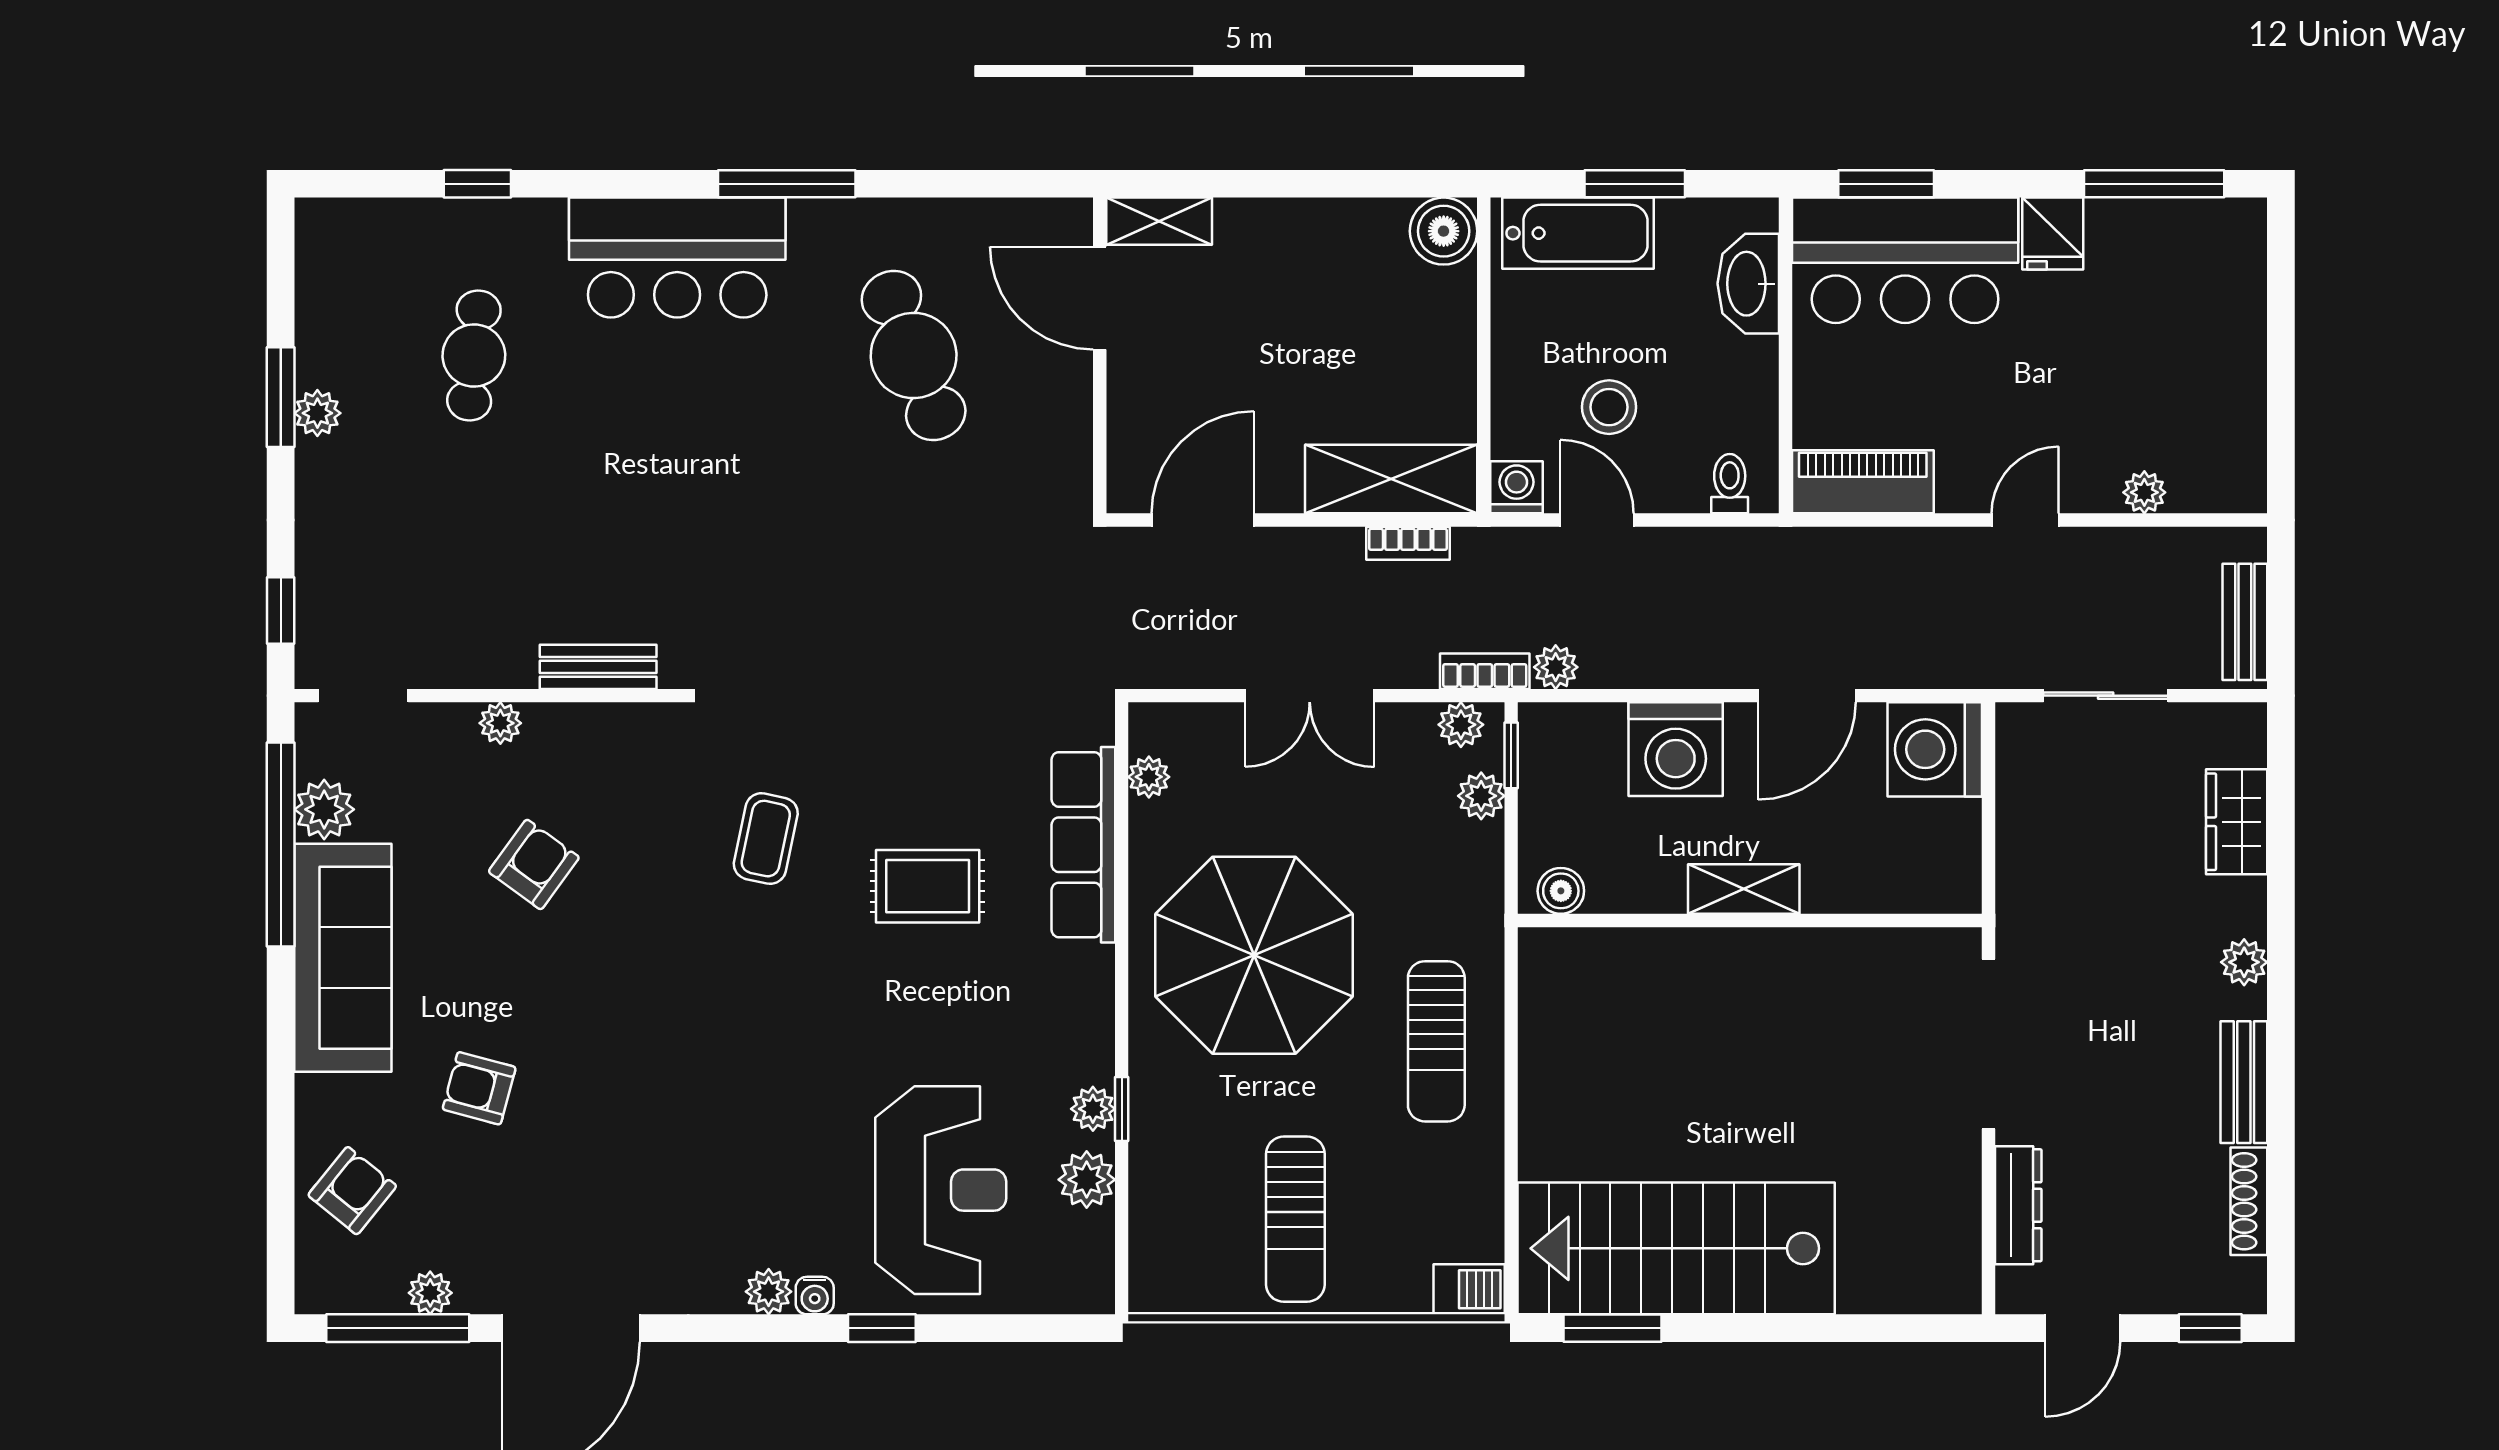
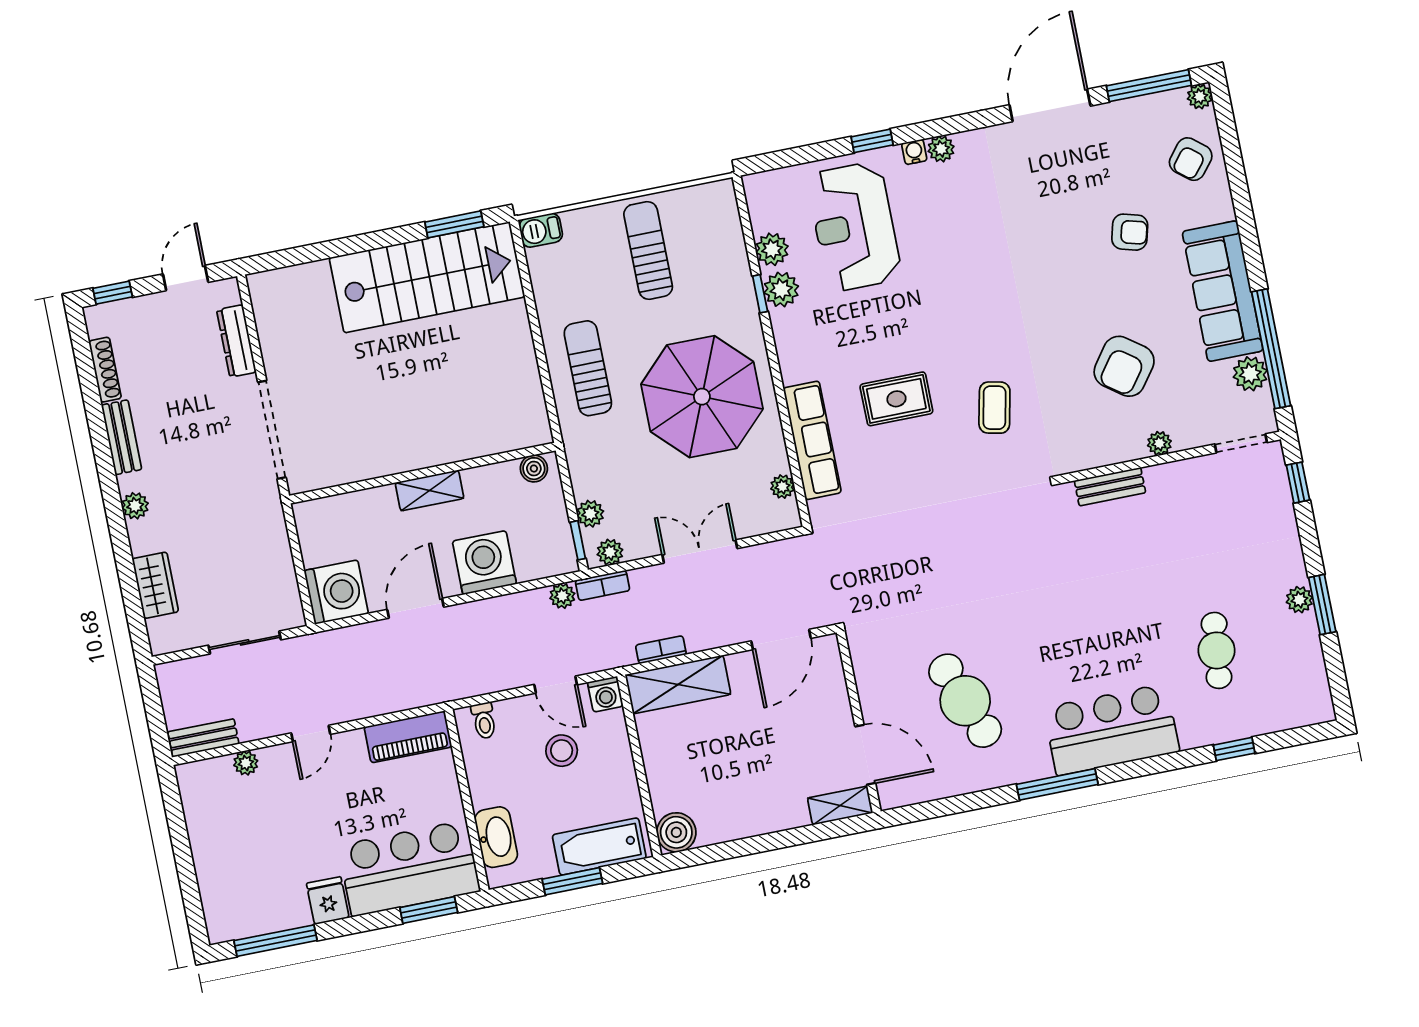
bench: (2245, 622) -> (203, 738), moved, turned 90
armchair: (534, 864) -> (1124, 366), width x1.38, depth x1.38
plant: (1093, 1109) -> (781, 290), width x1.38, depth x1.38
plant: (430, 1293) -> (1200, 96), moved

